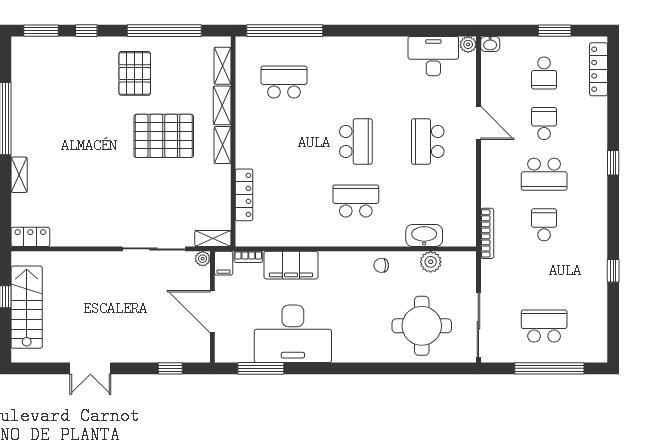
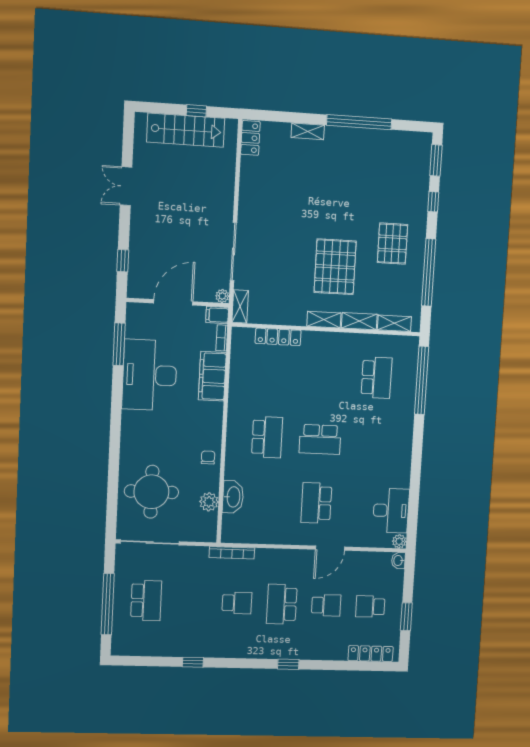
pallet: (135, 73) -> (392, 244), turned 90
school desk: (428, 141) -> (316, 503), turned -90

